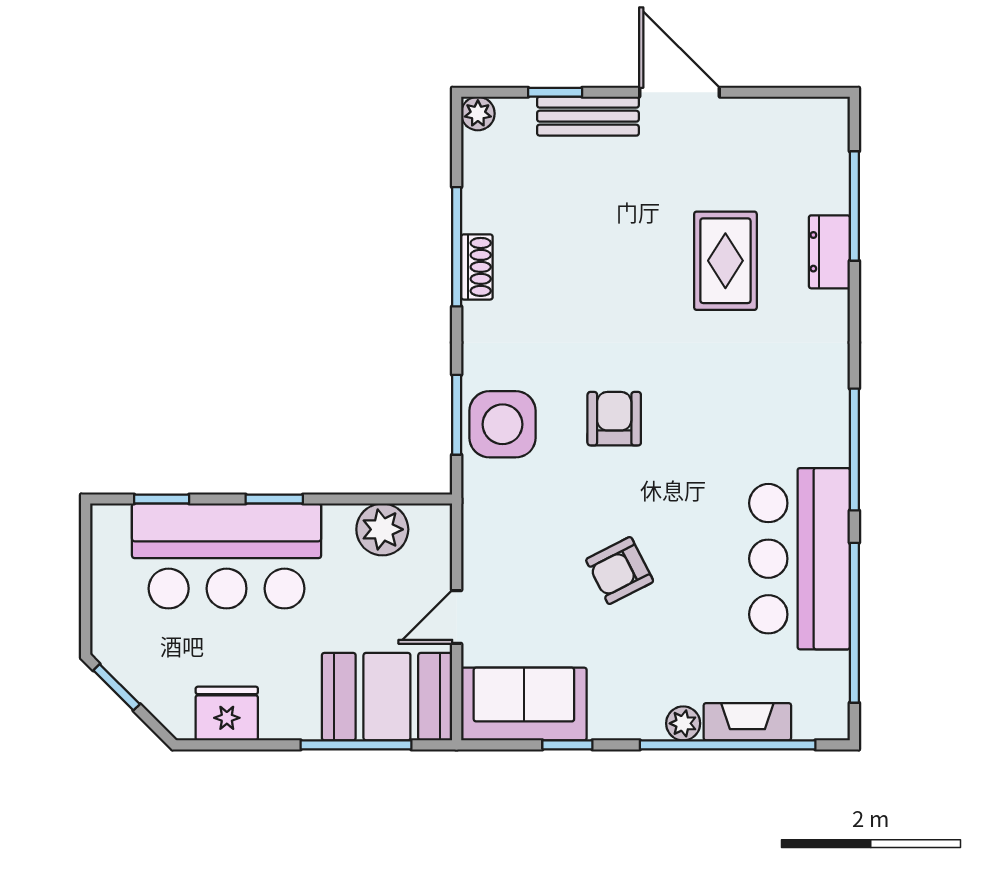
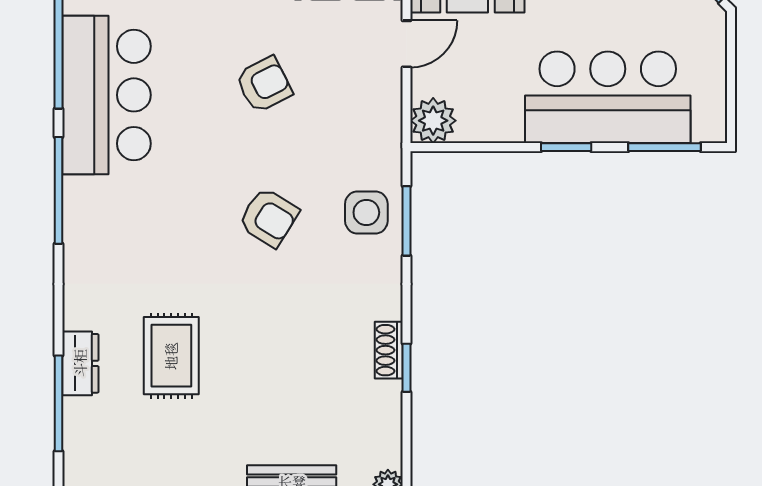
window: (457, 247) -> (407, 368), width x0.46
armchair: (614, 419) -> (269, 217), turned -58
side table: (503, 424) -> (366, 212), width x0.73, depth x0.73
window: (162, 499) -> (665, 147), width x1.50
plant: (382, 529) -> (433, 121), moved

